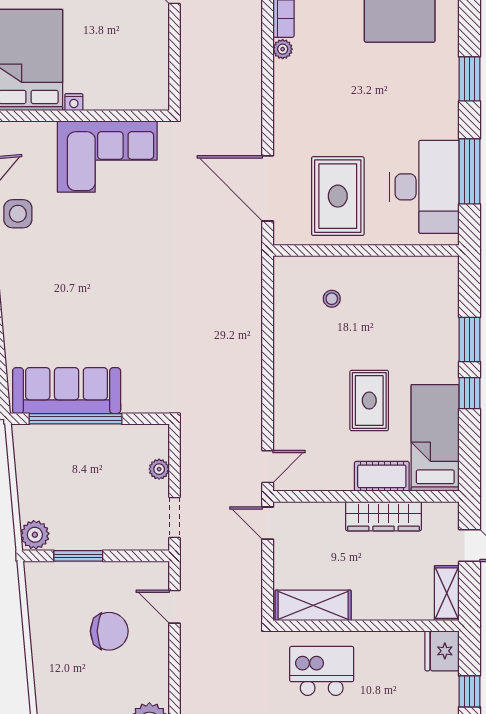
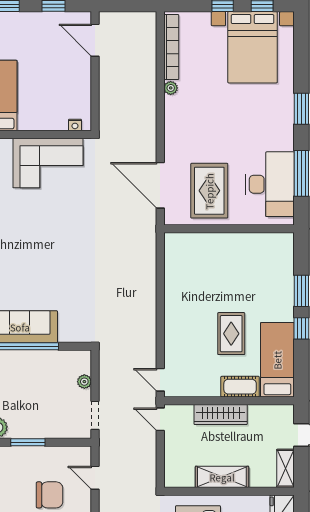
nightstand: (74, 102) -> (75, 125), moved
stool: (332, 299) -> (205, 262), removed
door: (268, 467) -> (160, 380), swing flipped
wardrobe: (384, 516) -> (221, 414), moved
shelving: (313, 605) -> (222, 477), moved

